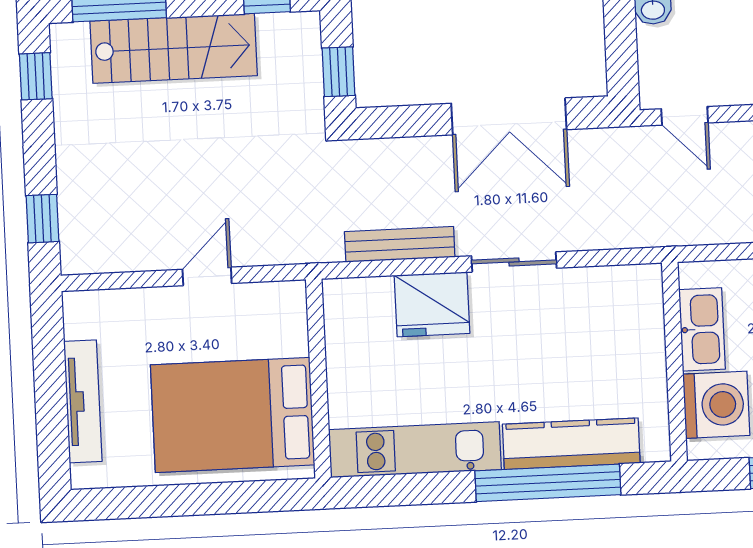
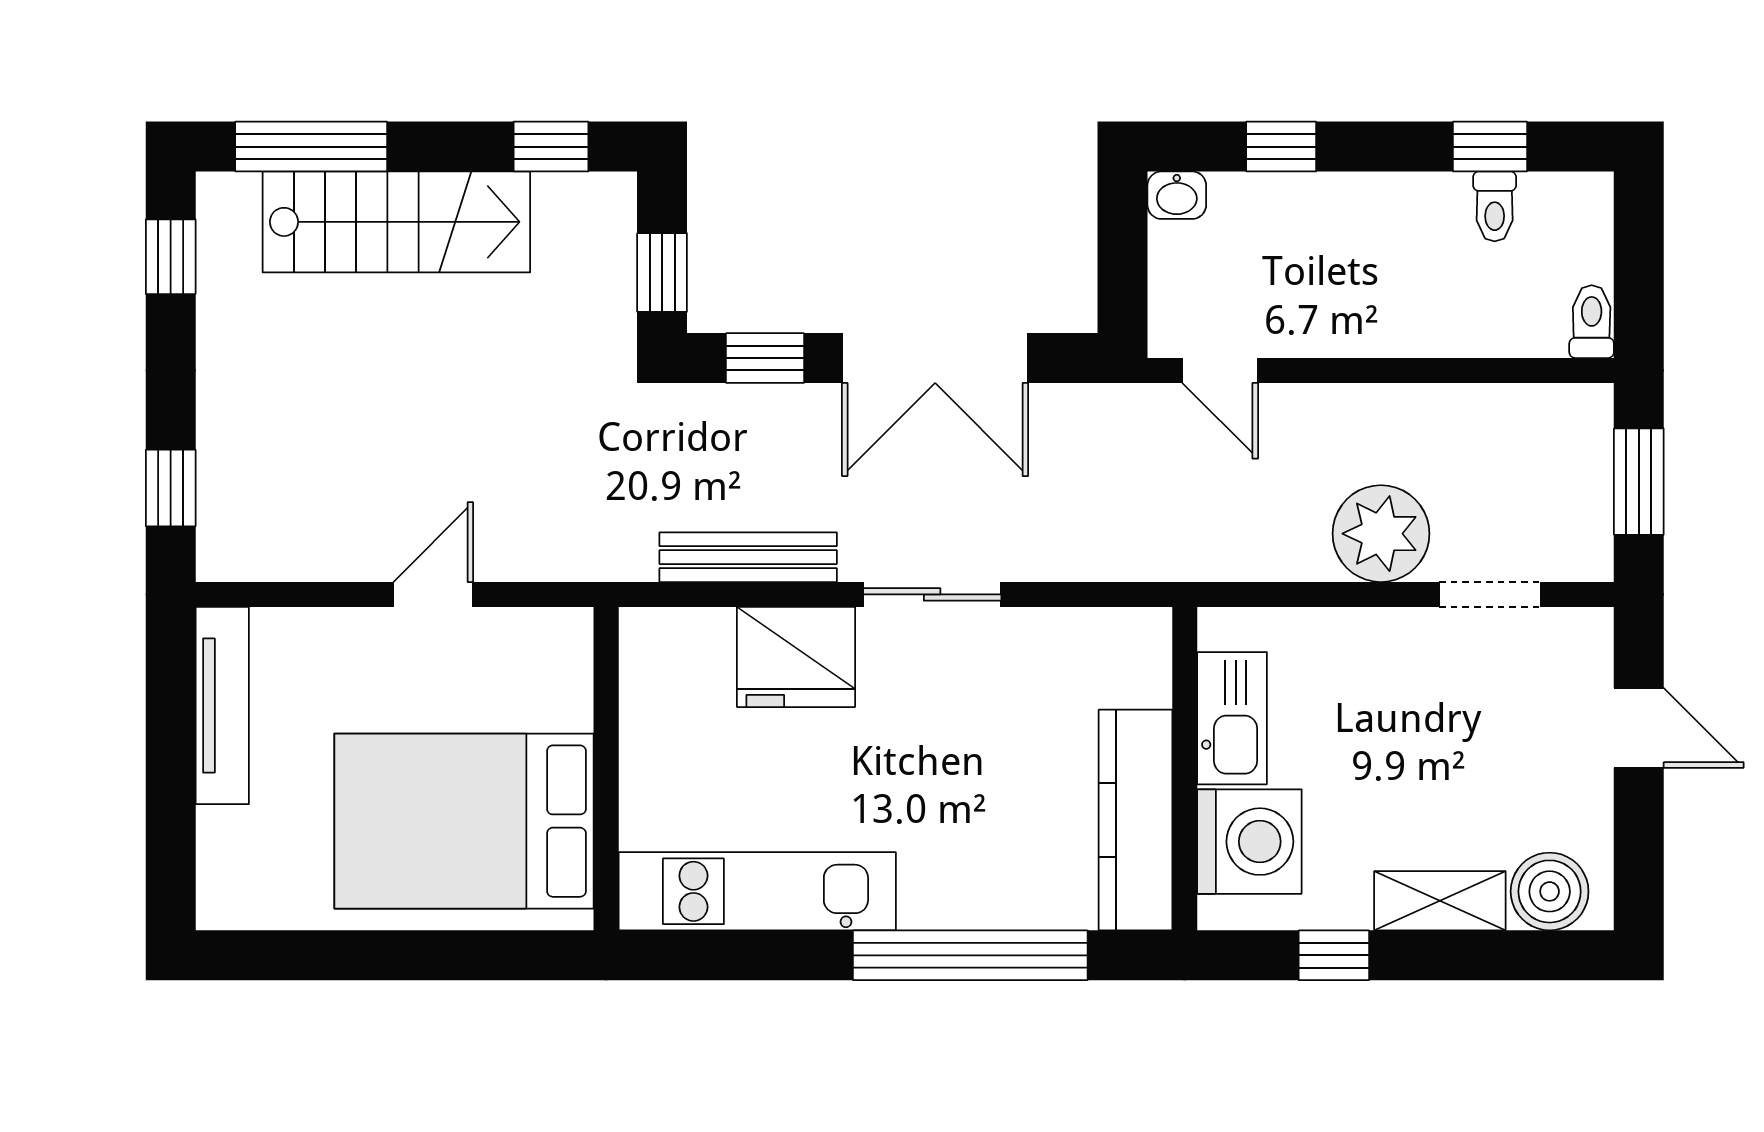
window: (404, 121) -> (765, 358), added
tv unit: (83, 401) -> (222, 706), moved
kitchen counter: (571, 444) -> (1135, 820), moved, turned -90

